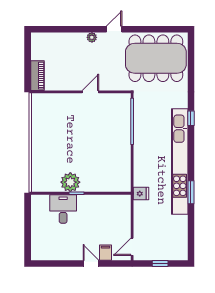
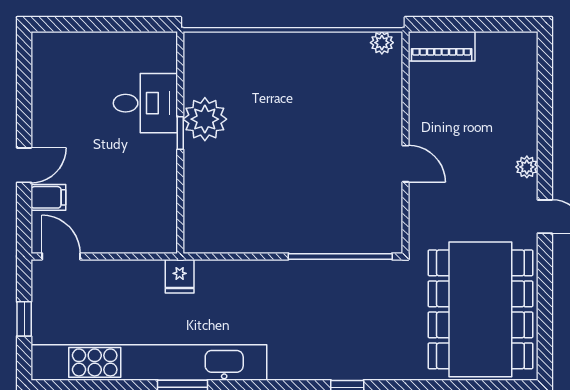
plant: (36, 103) -> (382, 43), added
kitchen unit: (180, 161) -> (149, 362), moved

